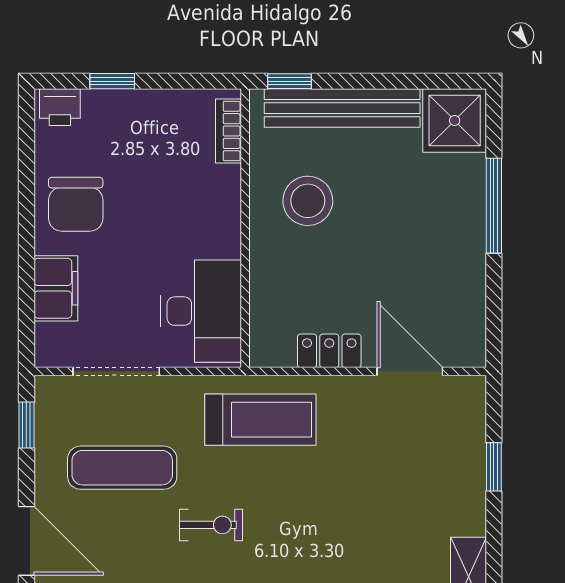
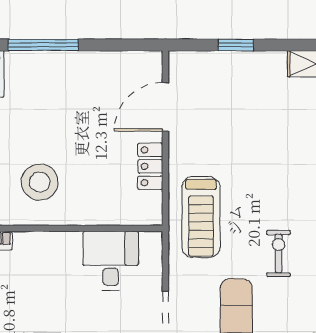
desk: (201, 311) -> (111, 261), width x0.73
treadmill: (260, 420) -> (201, 217), turned 180

